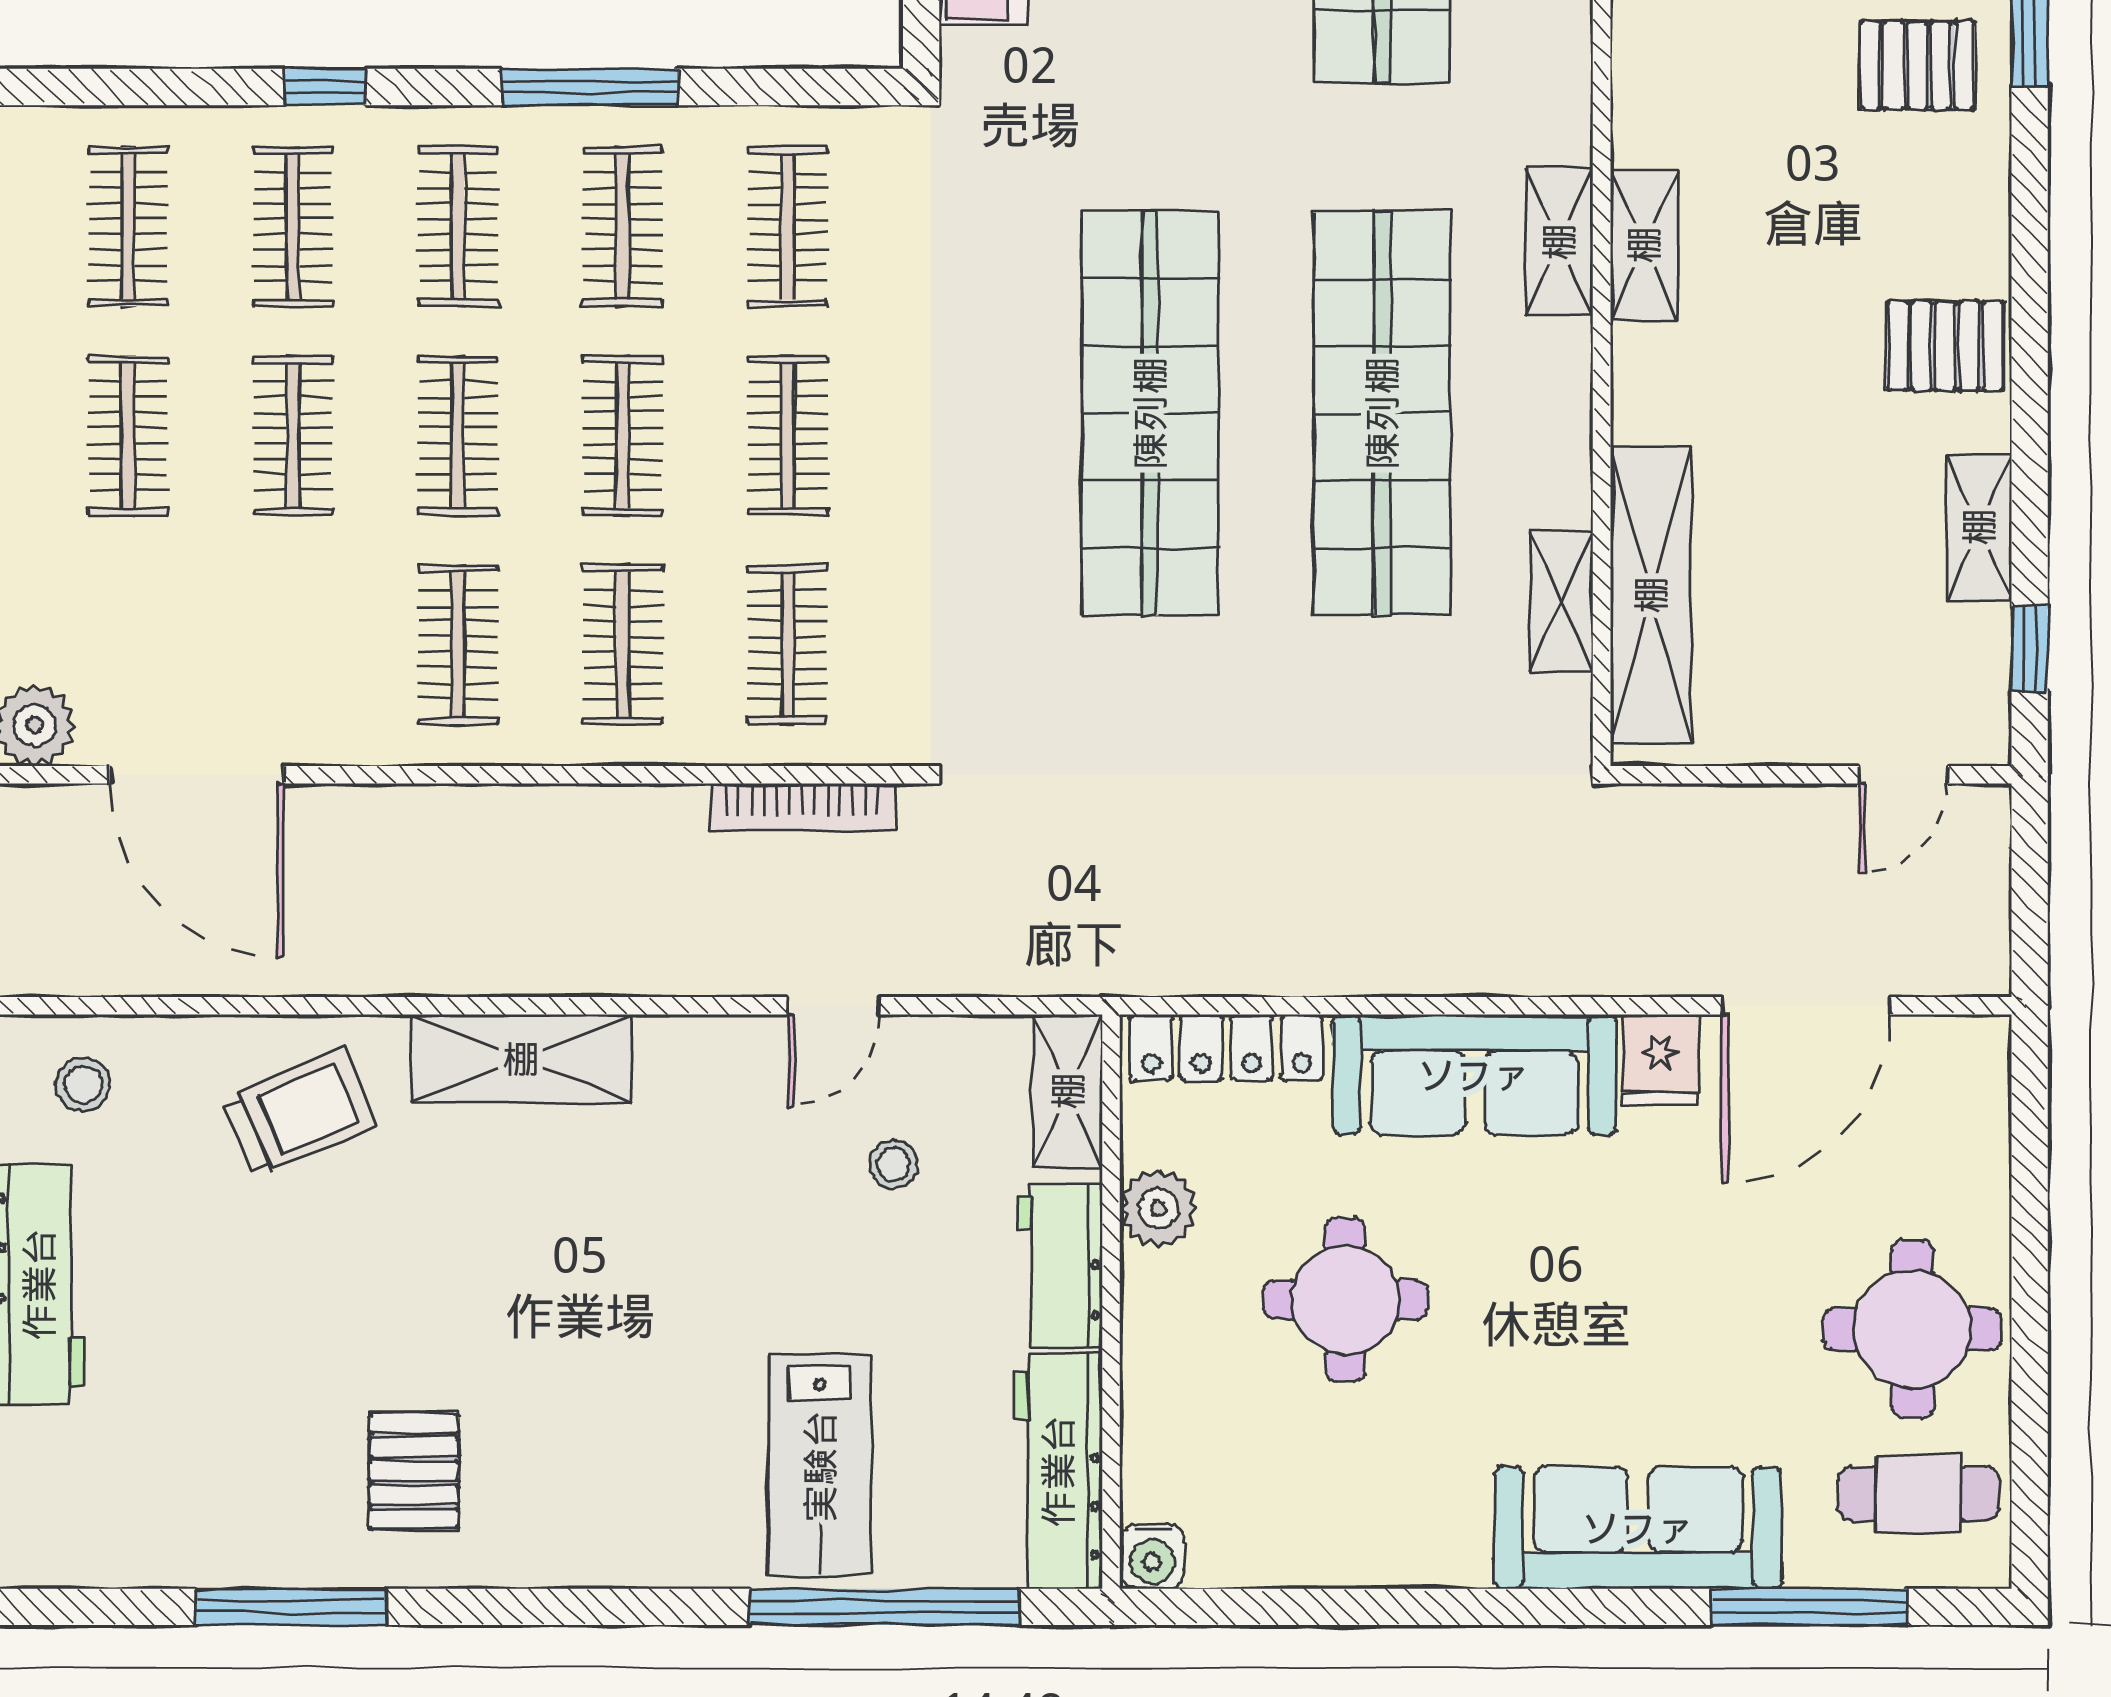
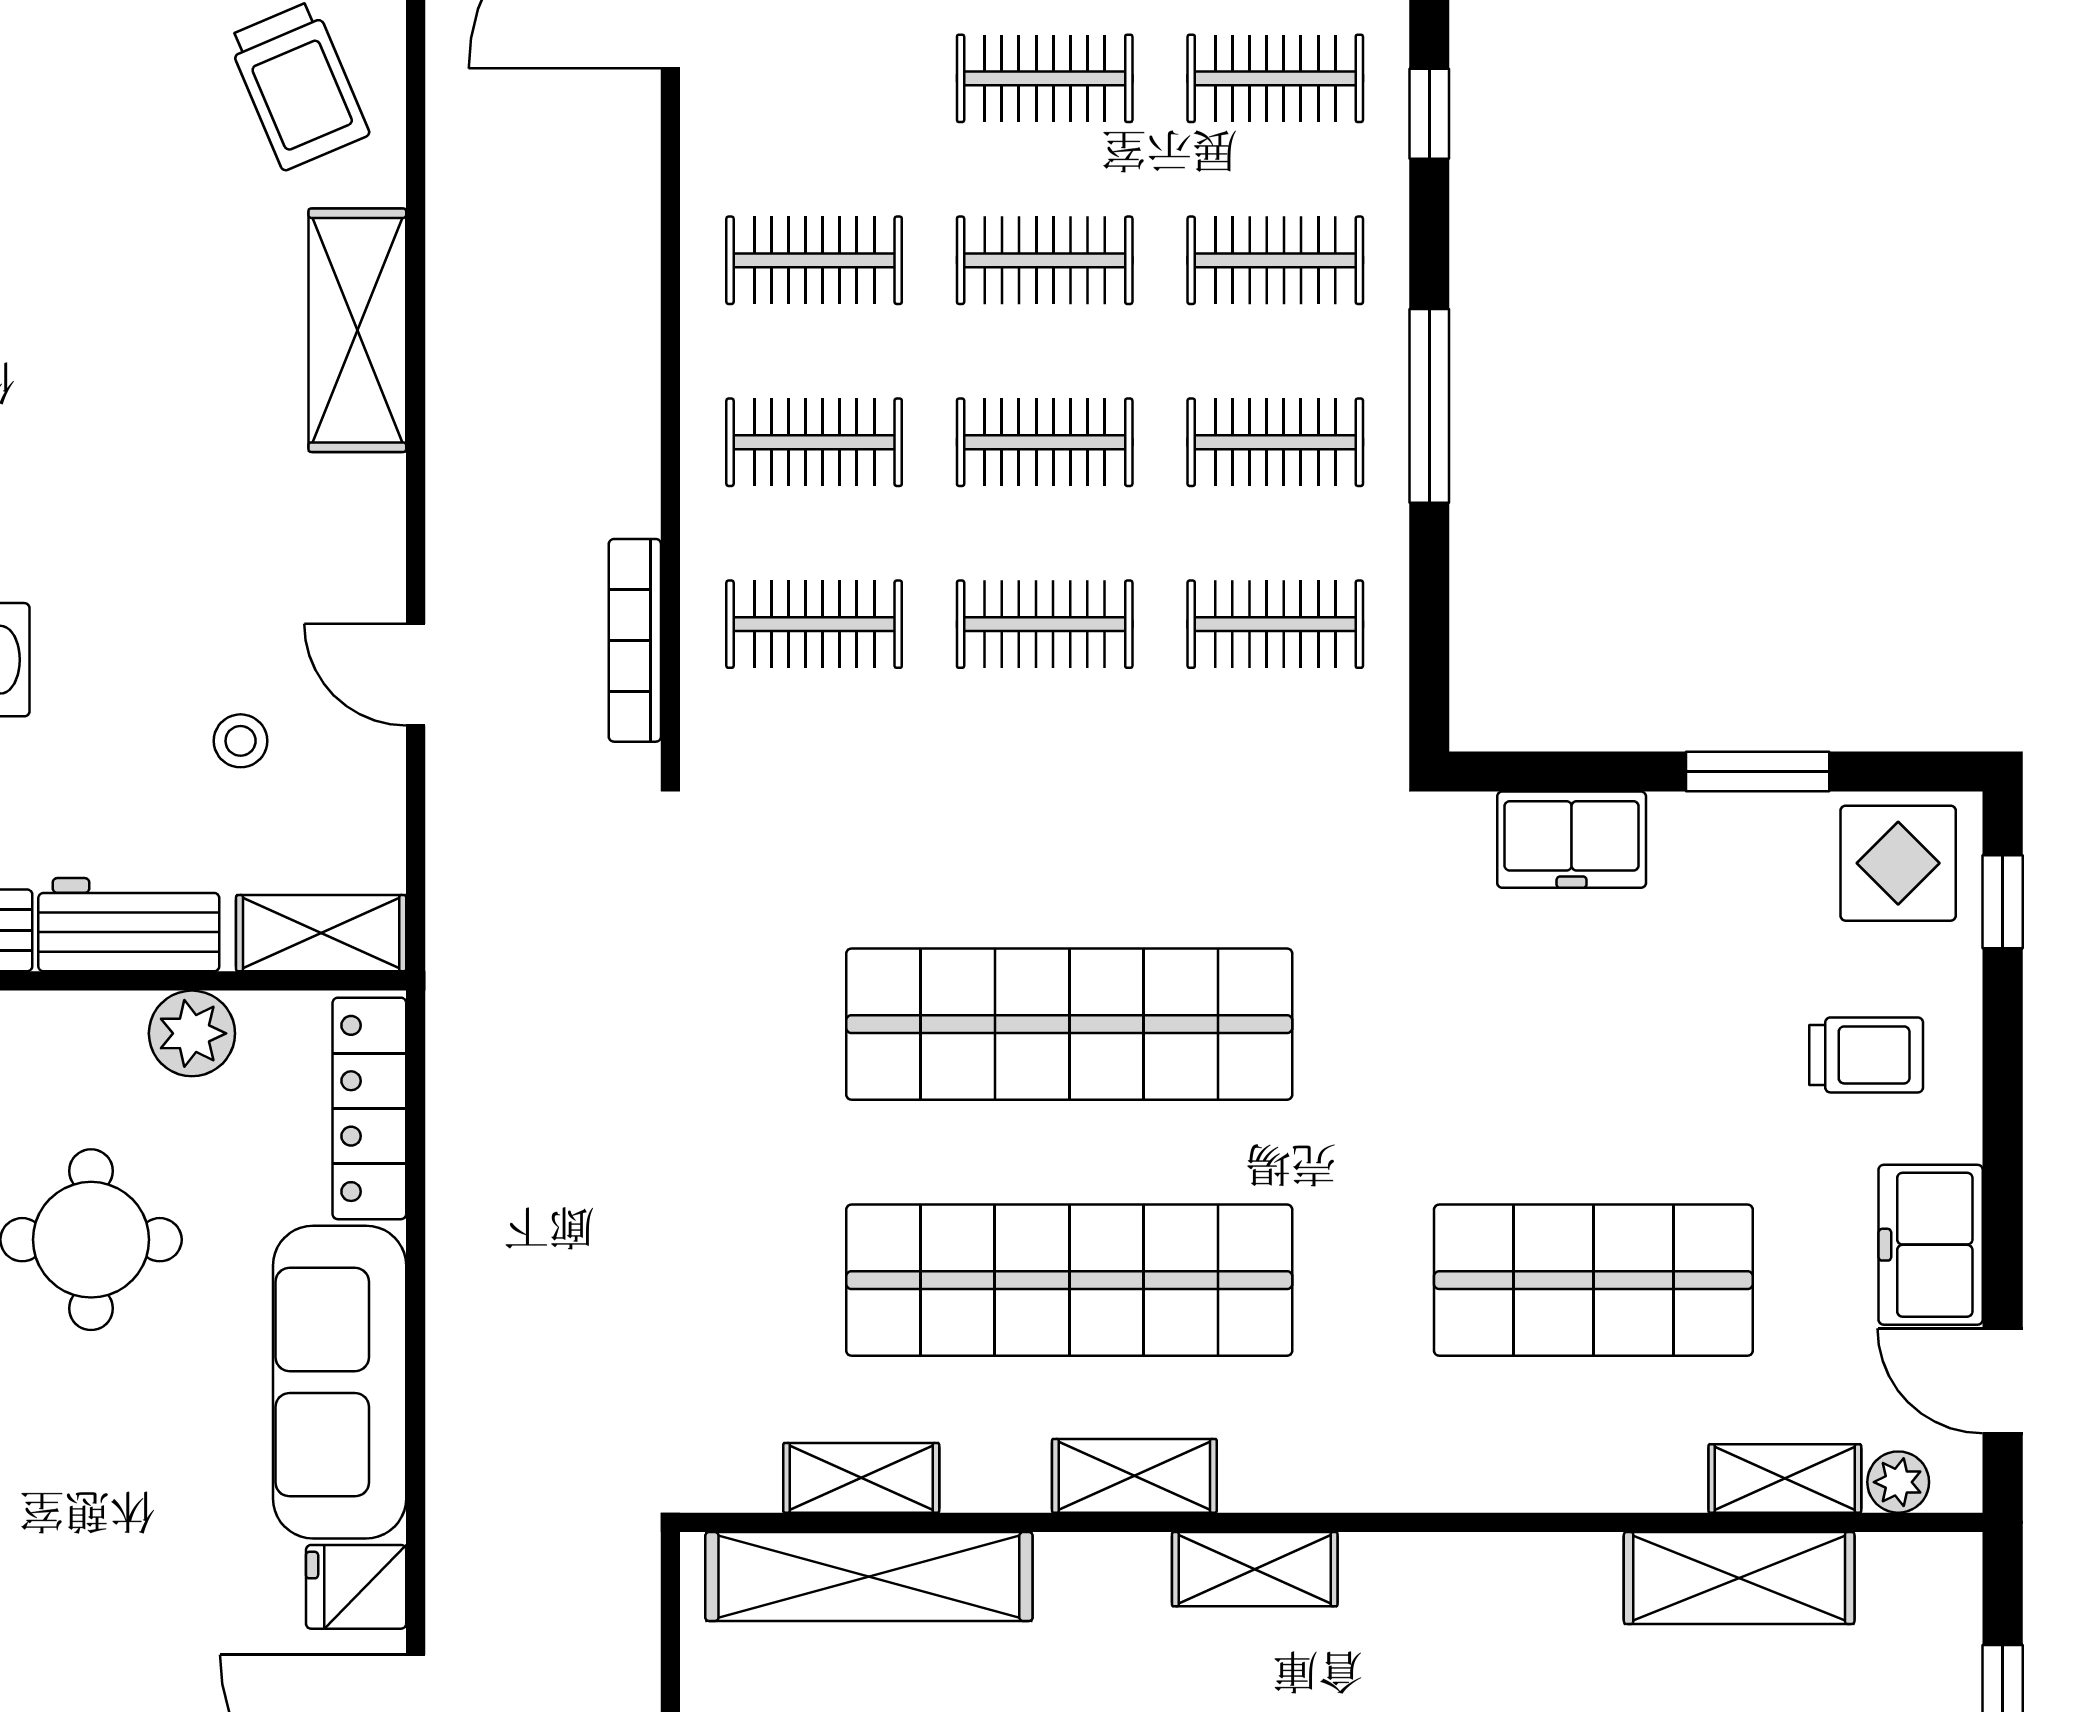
shelving: (1559, 242) -> (1134, 1476), moved

